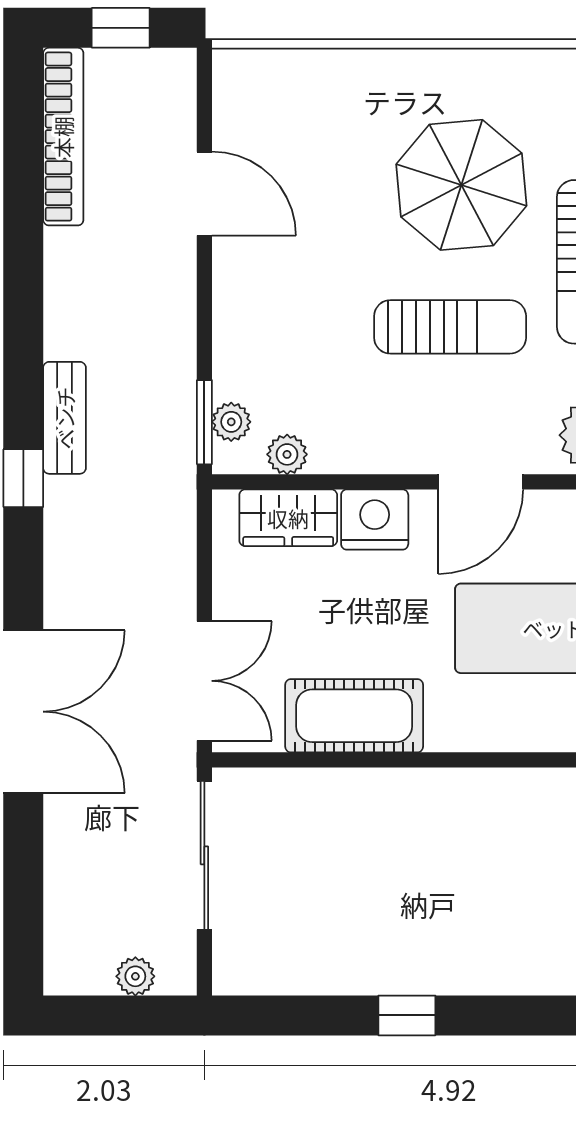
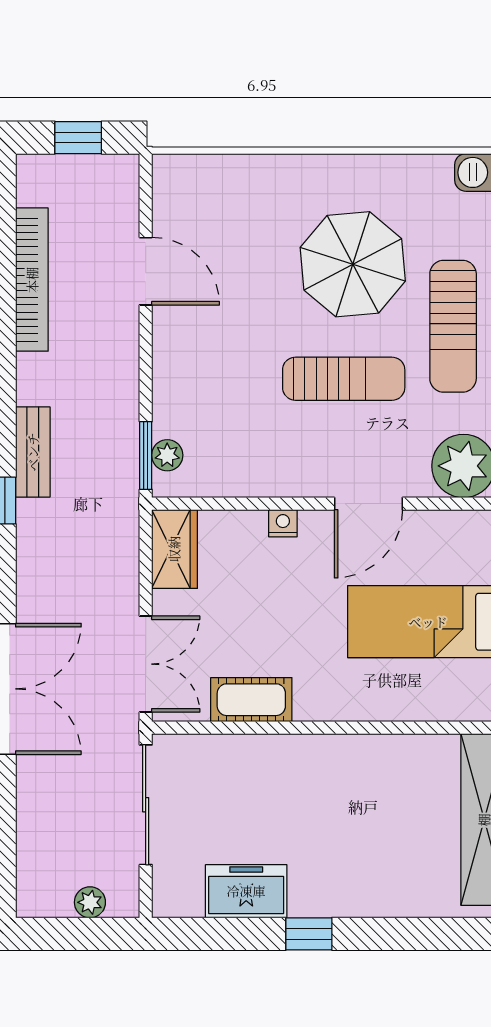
bookcase: (63, 137) -> (32, 280), moved
plant: (287, 454) -> (212, 482), removed
wardrobe: (288, 518) -> (174, 549), moved, turned -90
nightstand: (375, 520) -> (283, 523), width x0.53, depth x0.56
cot: (354, 716) -> (251, 700), width x0.73, depth x0.75
freezer: (329, 963) -> (246, 891), added

